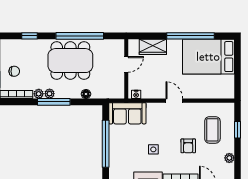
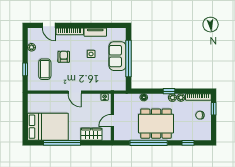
window: (54, 102) -> (169, 91), width x0.46
sofa: (127, 113) -> (118, 56), moved, turned -90

